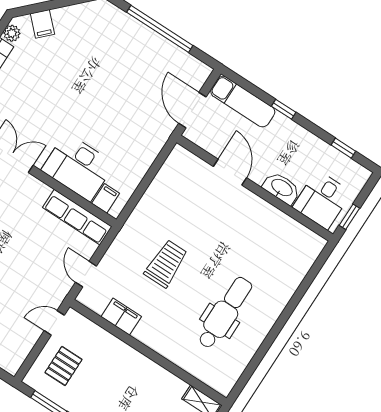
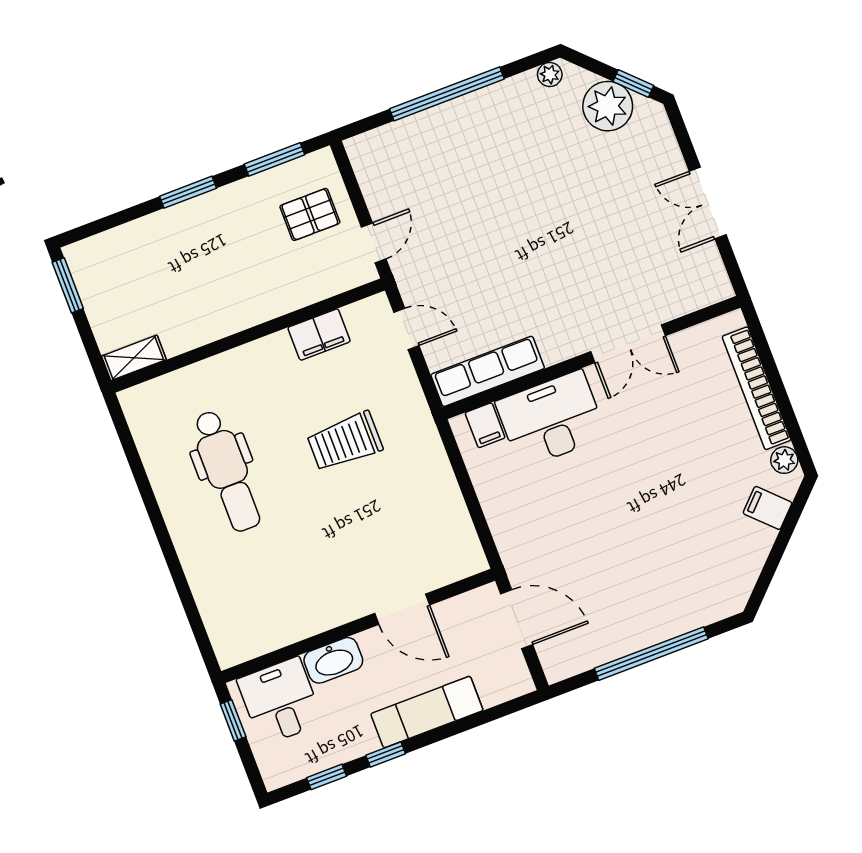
exam couch: (243, 102) -> (427, 712), moved
window: (284, 109) -> (386, 754), moved
trolley: (166, 264) -> (345, 441), turned 90
pallet: (64, 366) -> (310, 214), turned 90

